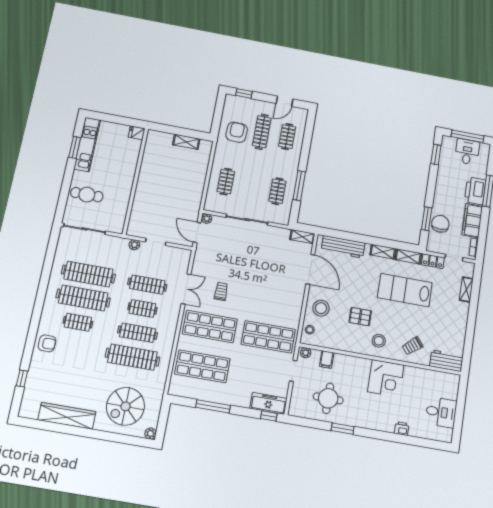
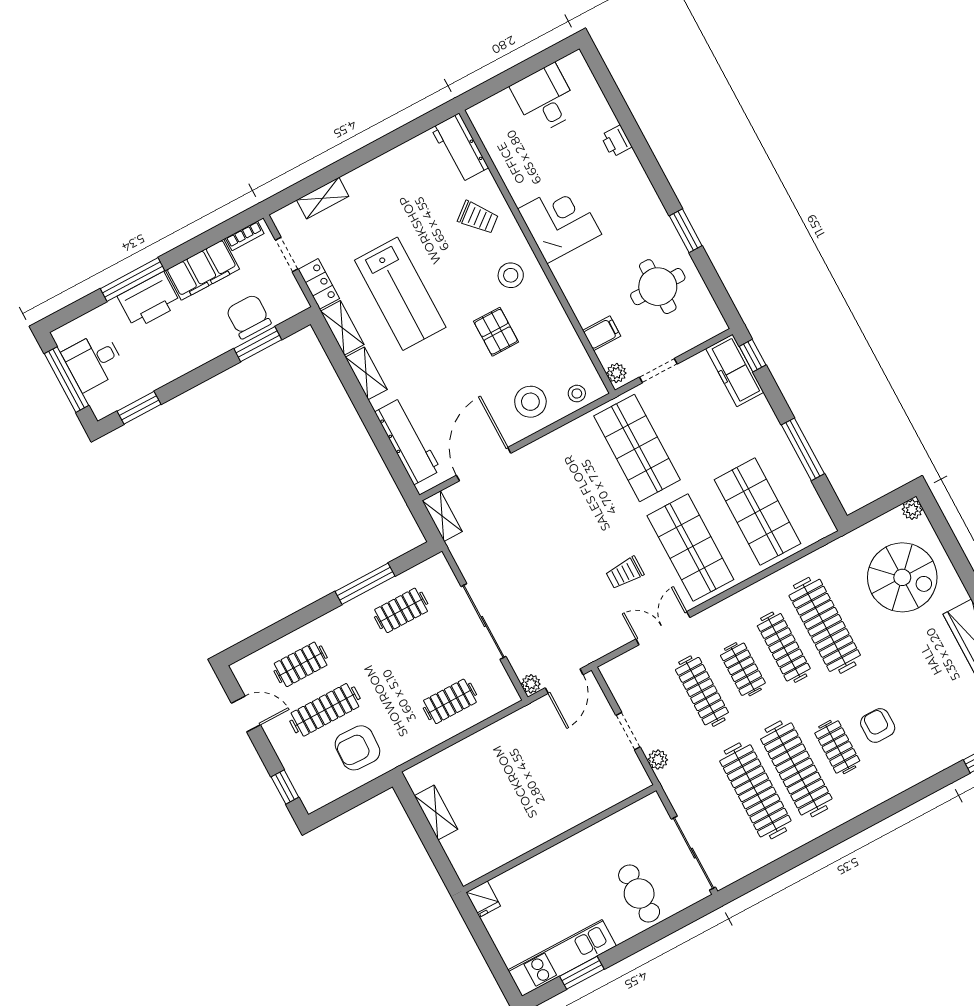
chair: (440, 224) -> (249, 317), turned 90
armchair: (47, 343) -> (878, 725), moved

